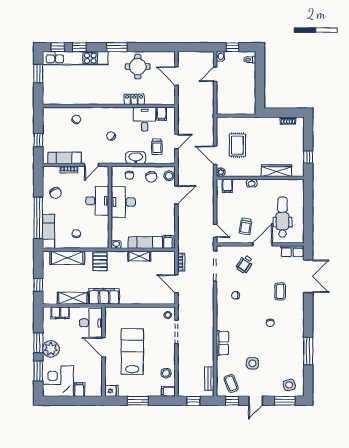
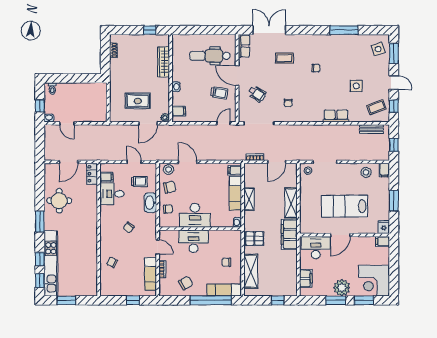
locker: (134, 99) -> (92, 174), moved
shelving: (73, 298) -> (291, 203), moved
filing cabinet: (79, 390) -> (383, 241), moved

